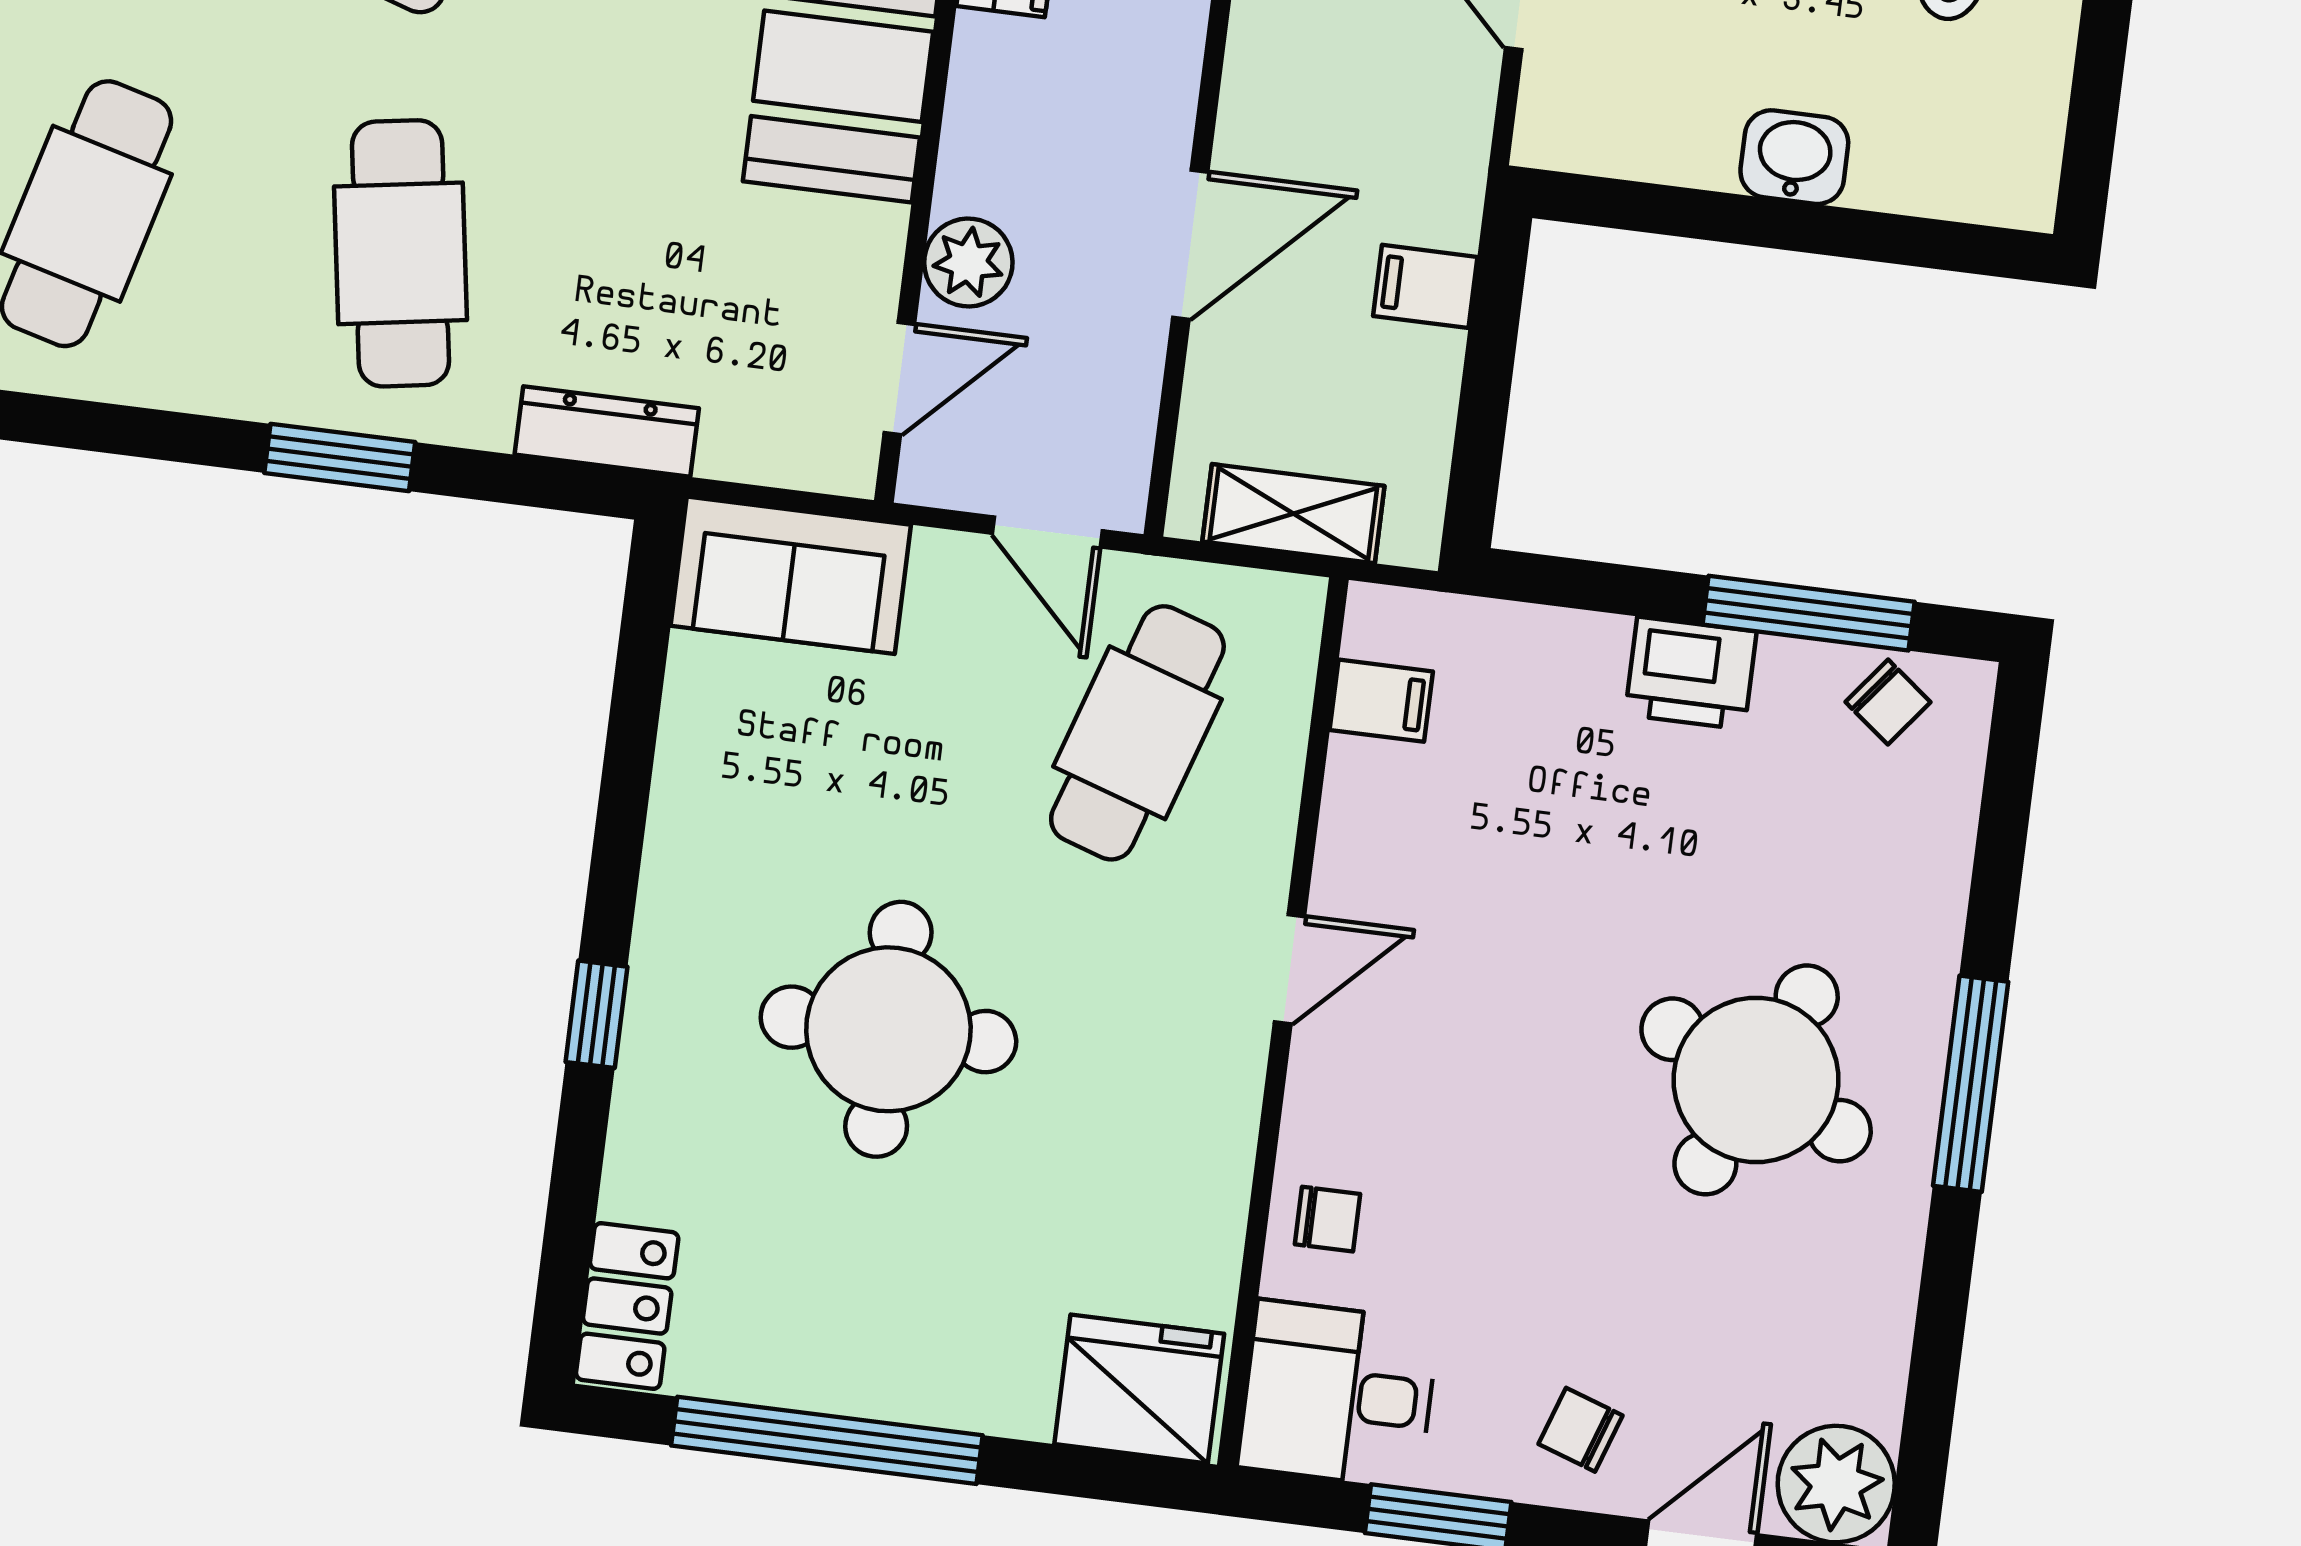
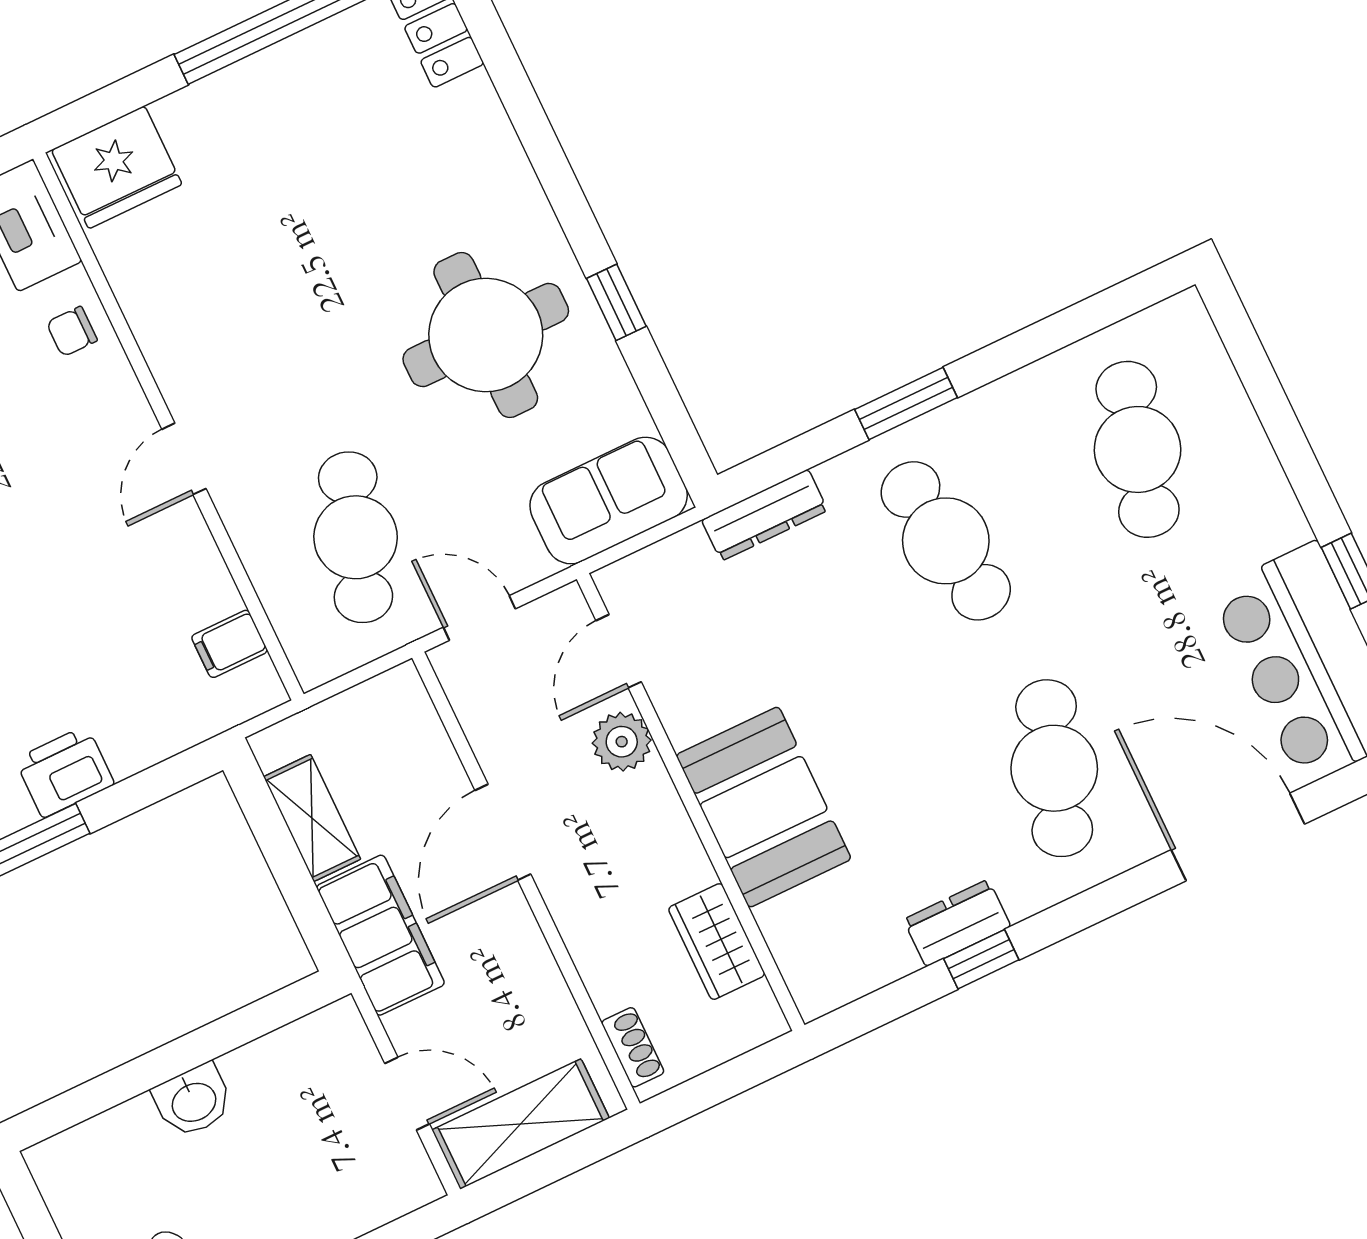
filing cabinet: (1425, 286) -> (380, 935), width x3.00, depth x1.17
shelving: (1293, 514) -> (312, 818), moved, turned 90
window: (597, 1014) -> (616, 302), moved
round table: (888, 1029) -> (486, 335), moved

